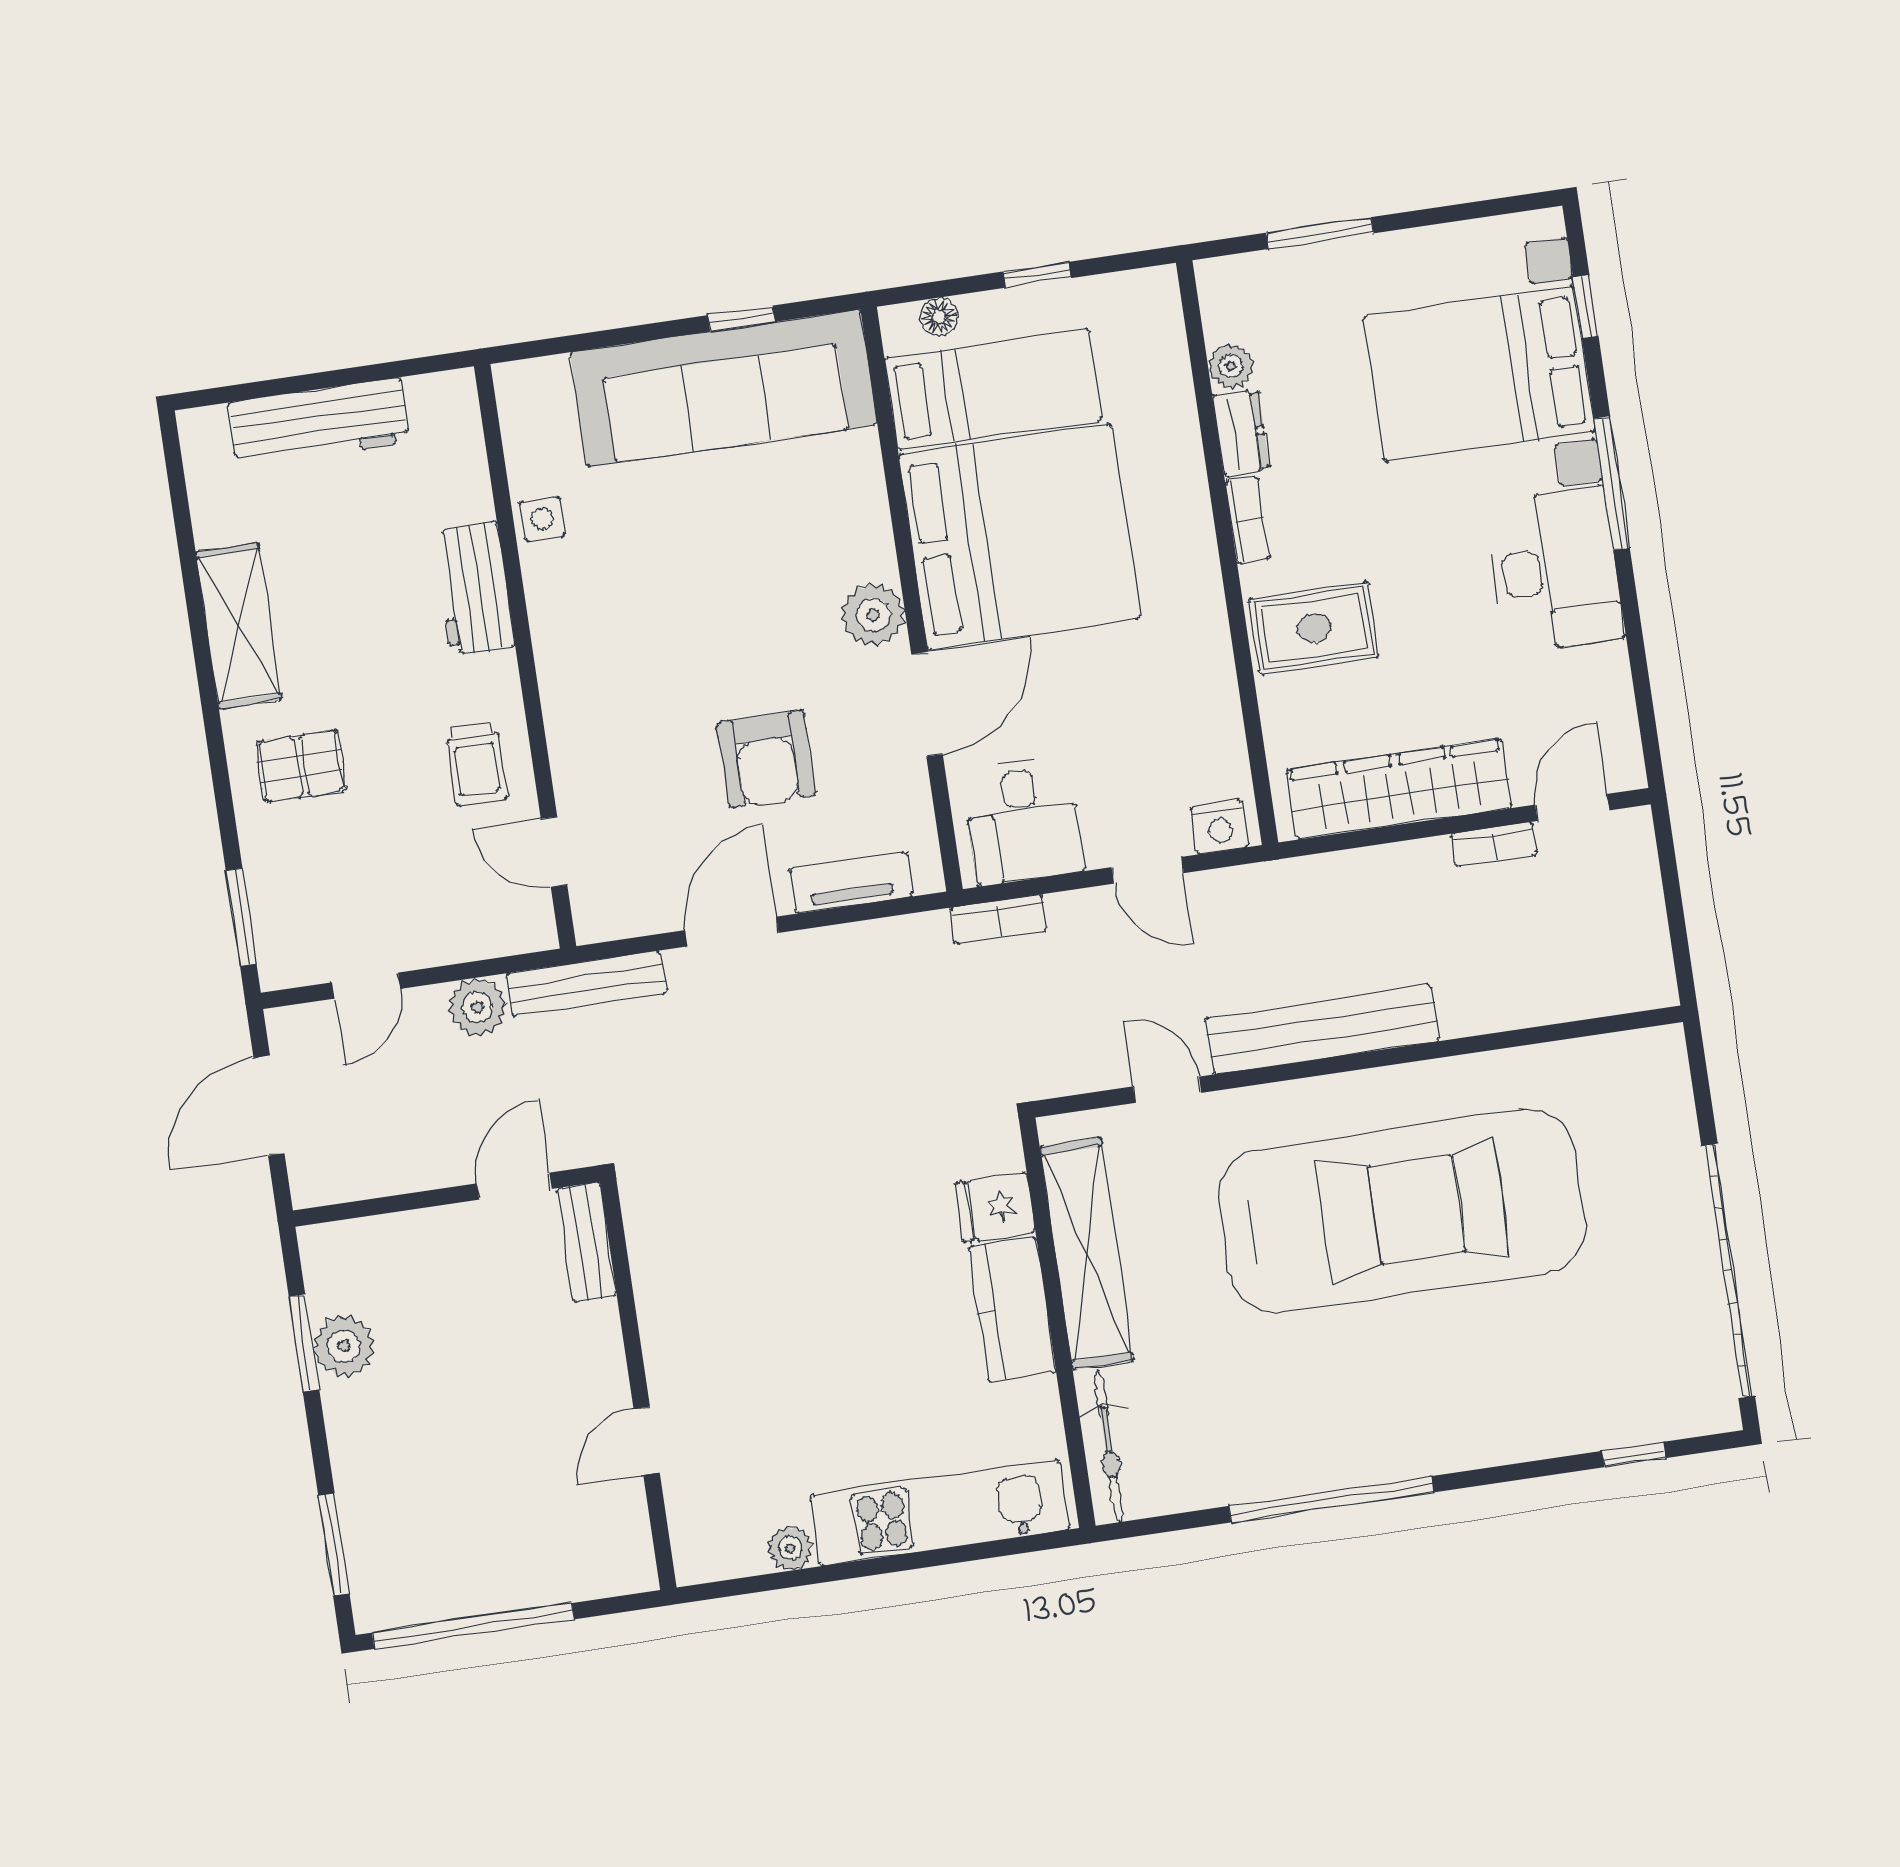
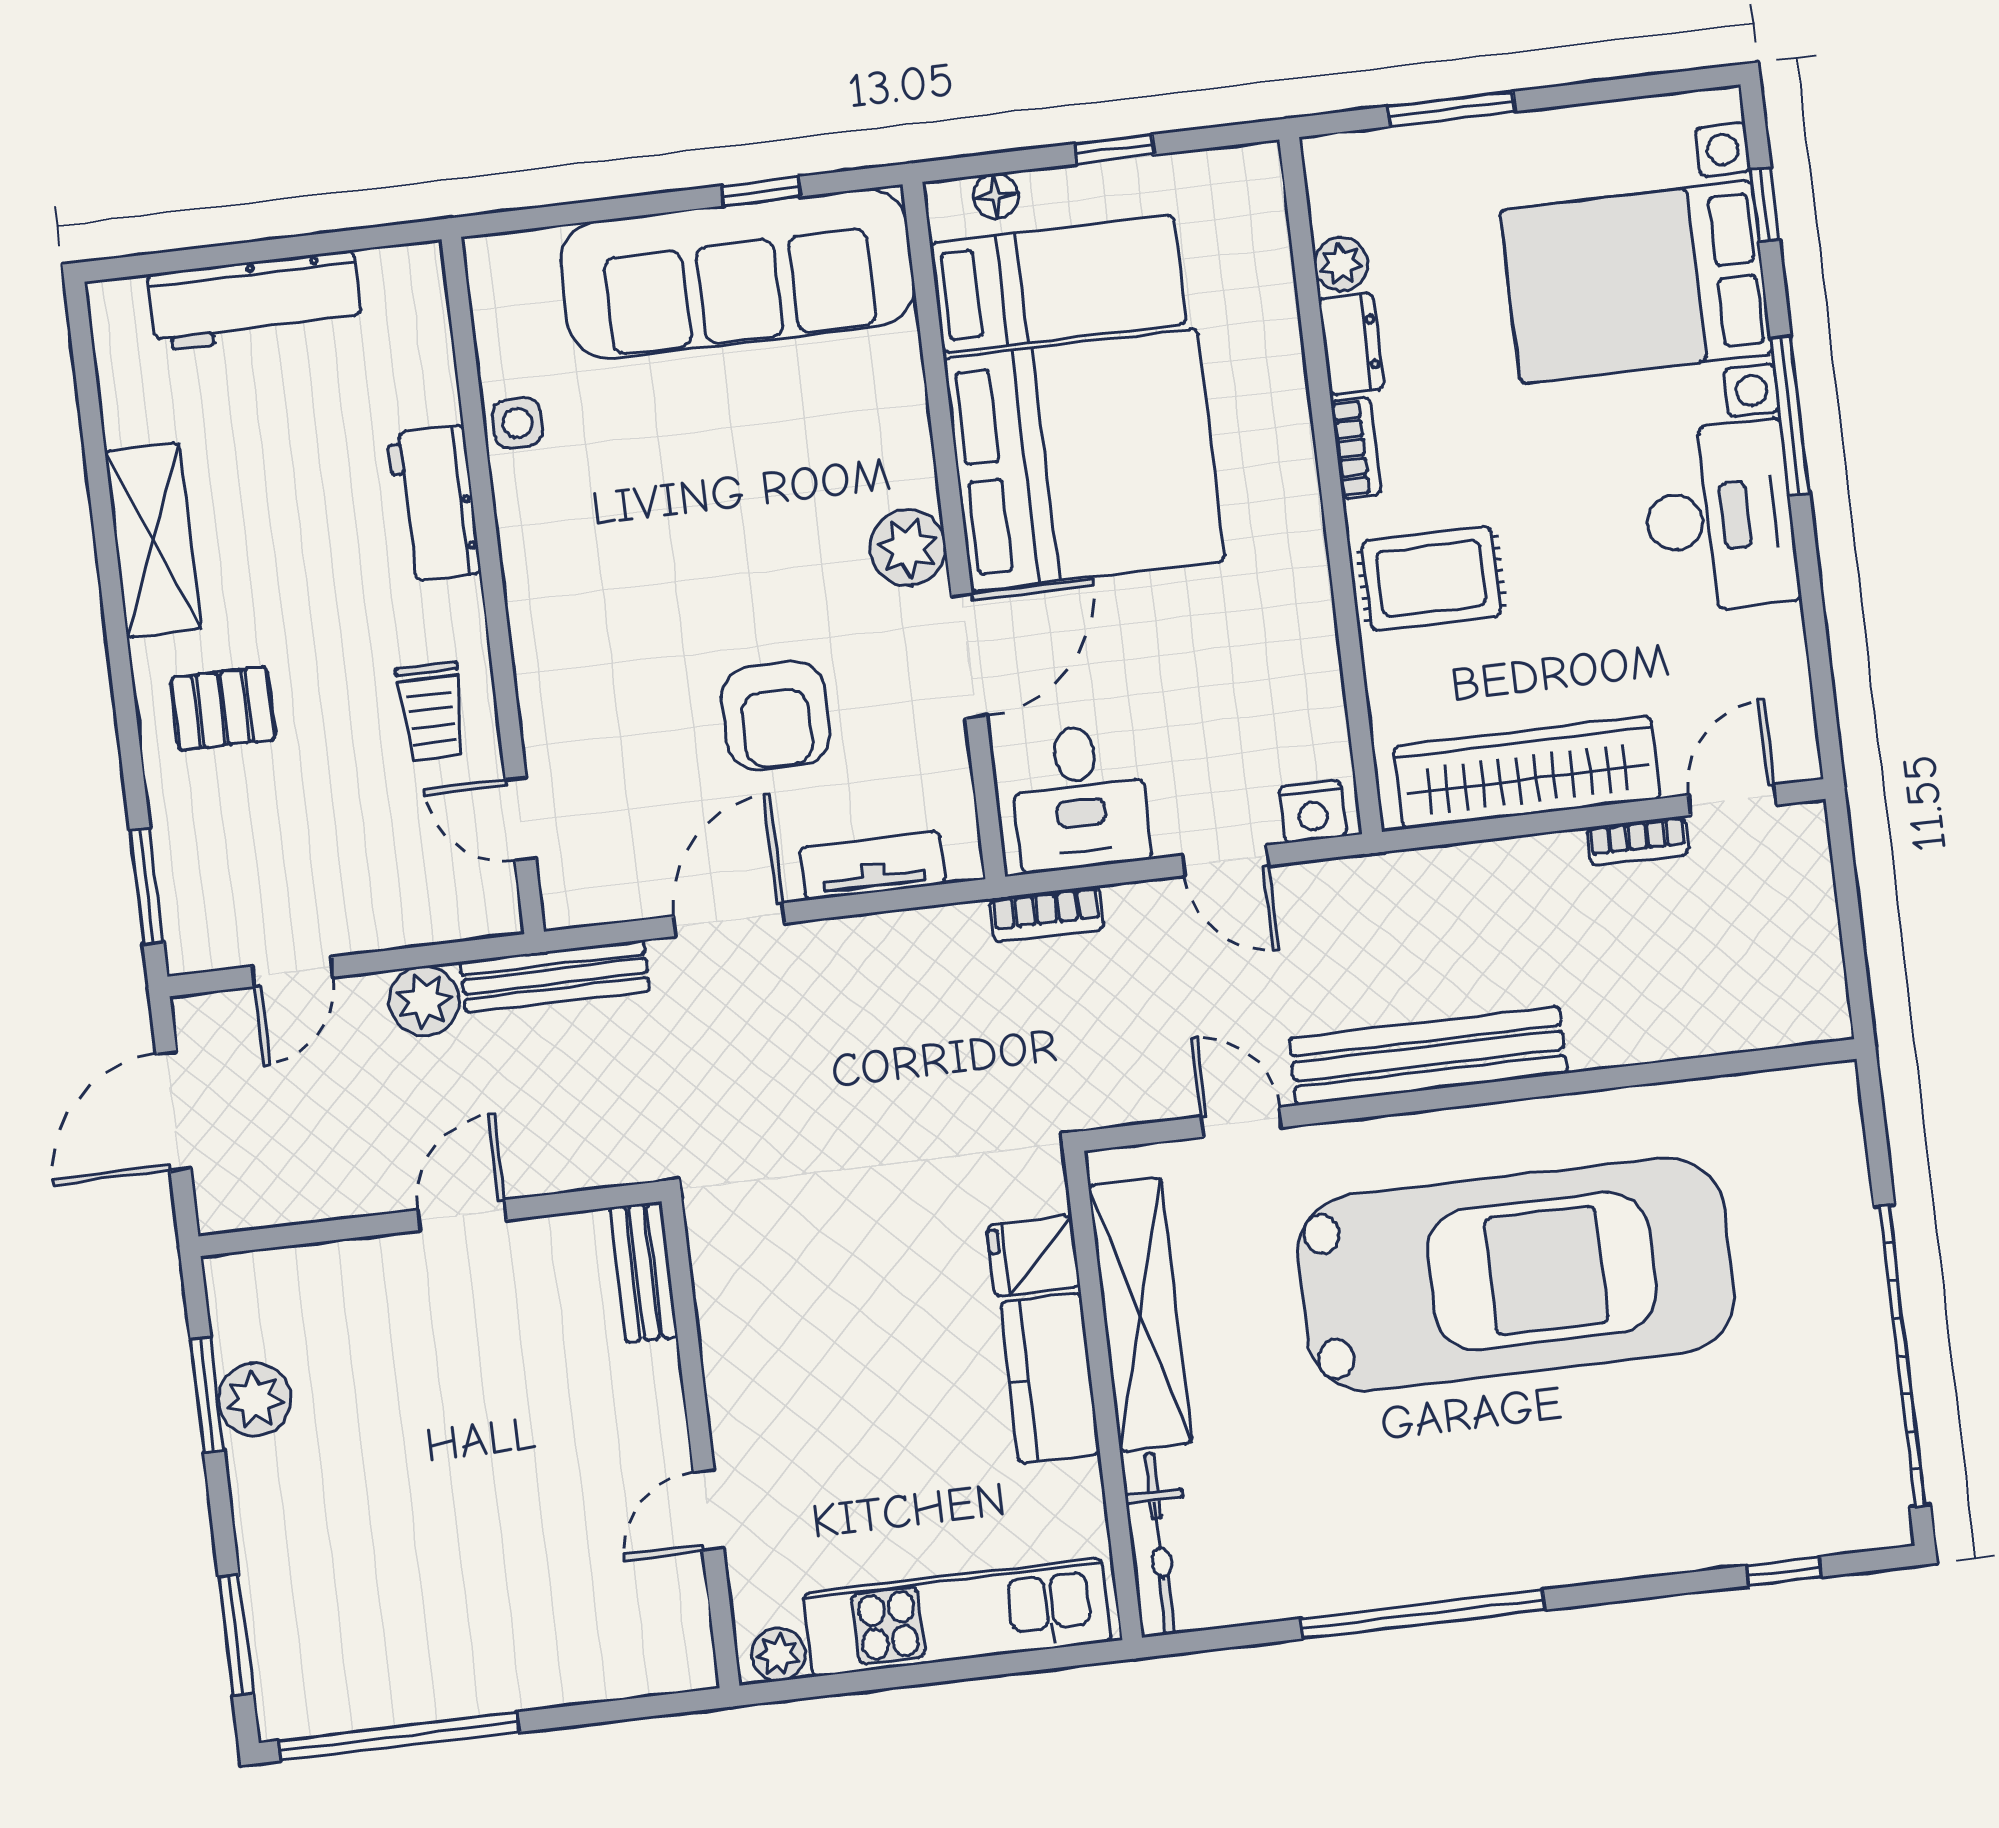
bench: (587, 1242) -> (644, 1272), moved
wall: (638, 1385) -> (700, 1444), moved
door: (647, 1441) -> (708, 1510), moved

